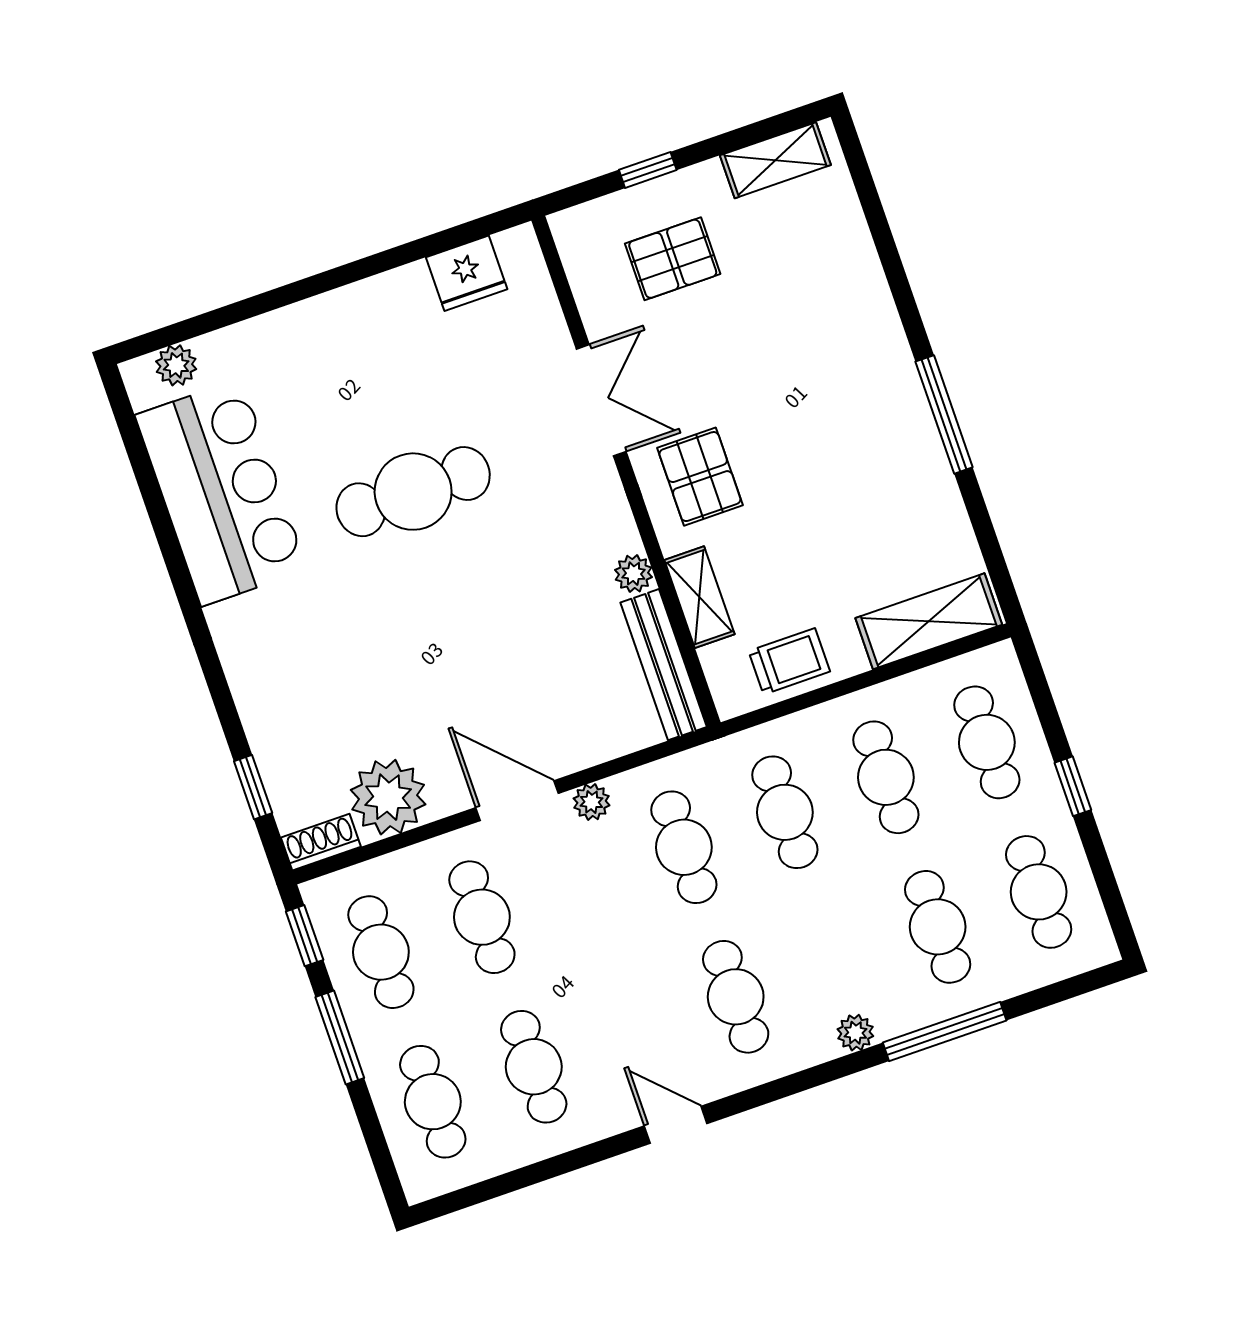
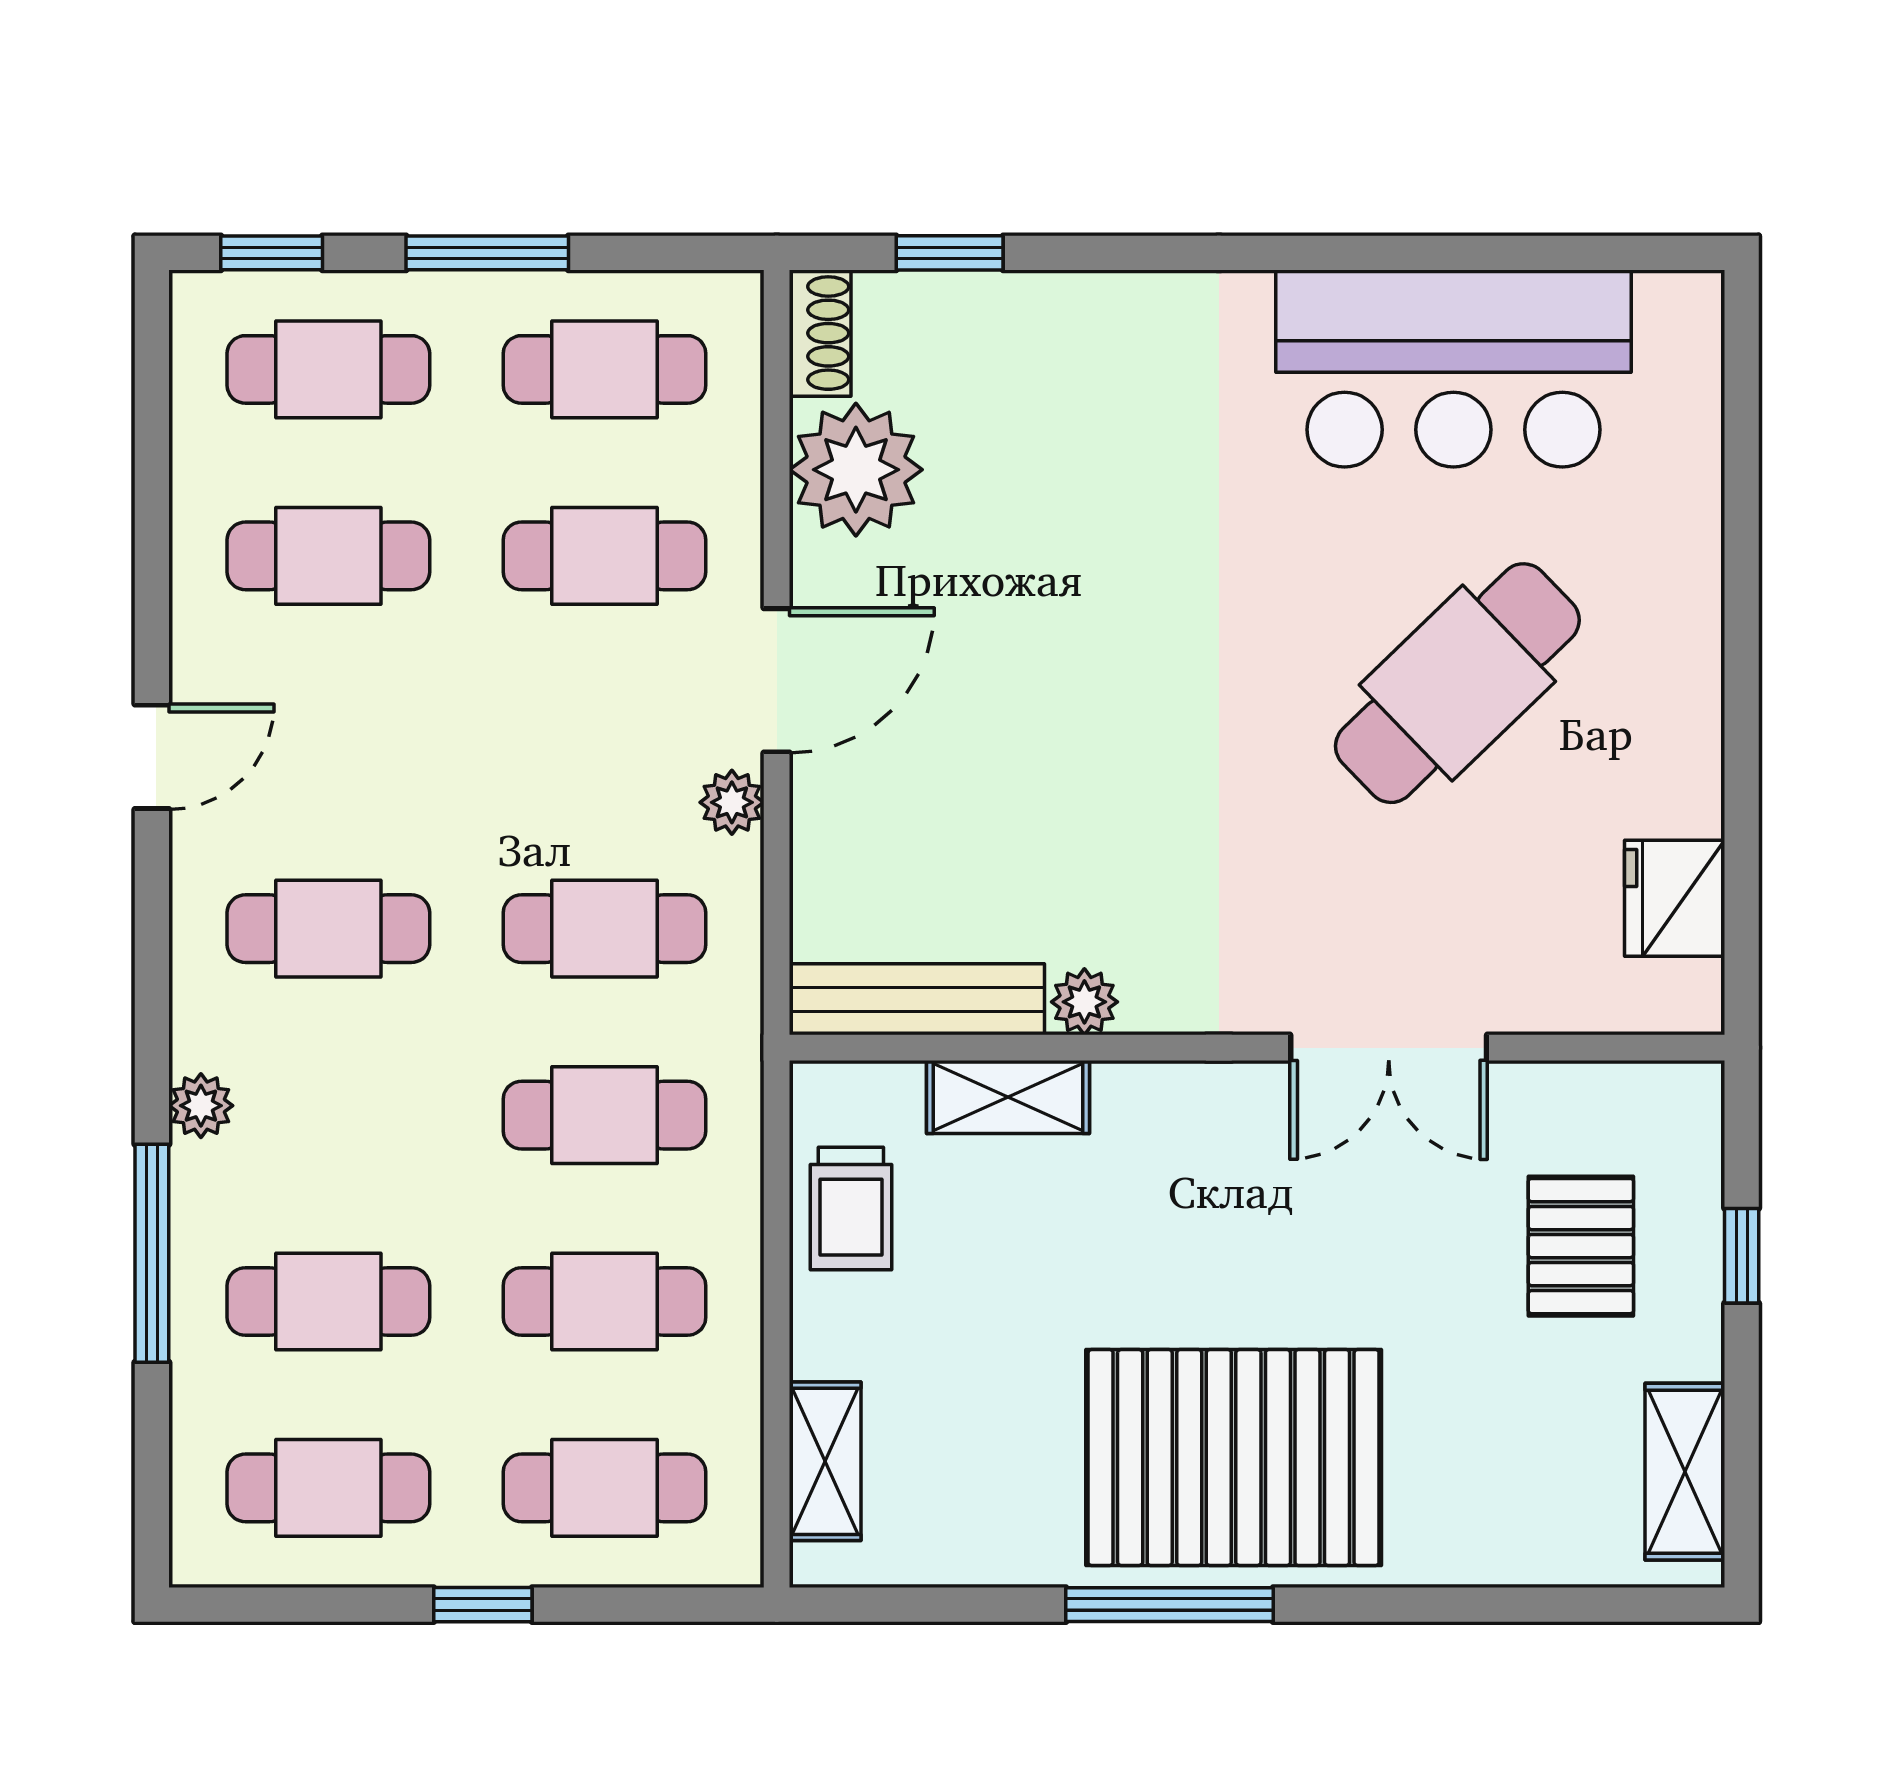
plant: (176, 365) -> (1689, 367), removed
pallet: (700, 477) -> (1234, 1458), moved, width x2.05, depth x2.00
cafe table: (413, 492) -> (1457, 683), moved, turned 46
shelving: (929, 621) -> (825, 1461), width x0.67, depth x0.75
window: (305, 936) -> (272, 253), moved

